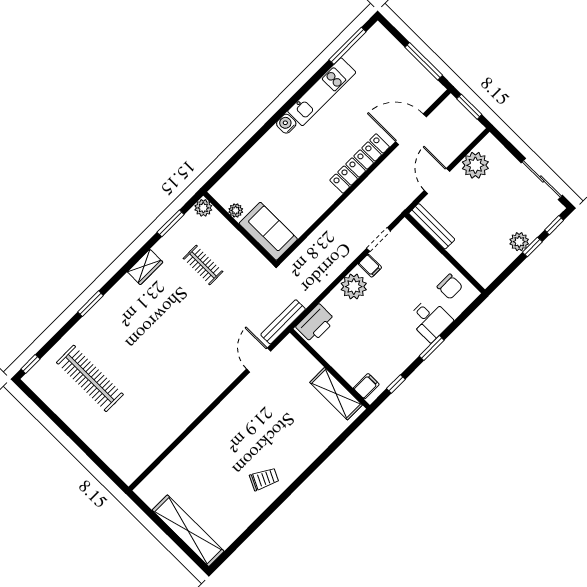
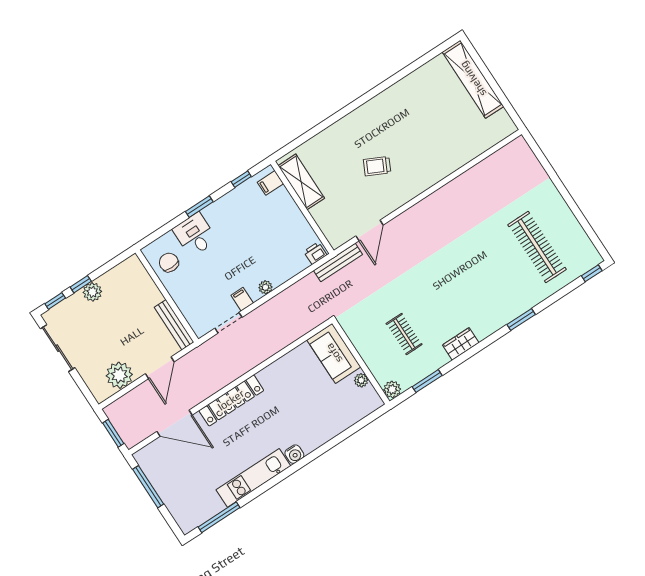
plant: (354, 287) -> (265, 287), width x0.53, depth x0.53
printer: (316, 323) -> (315, 253), width x0.53, depth x0.68
trolley: (264, 479) -> (377, 166), moved

